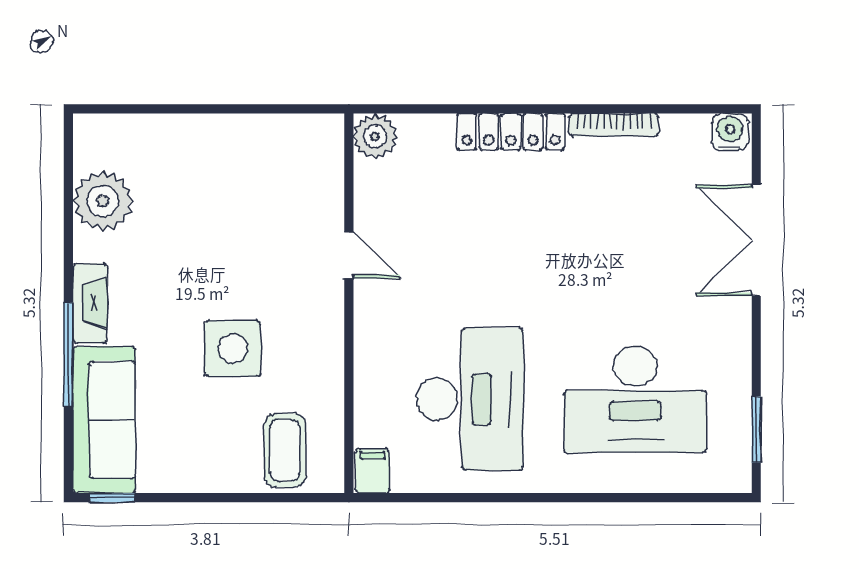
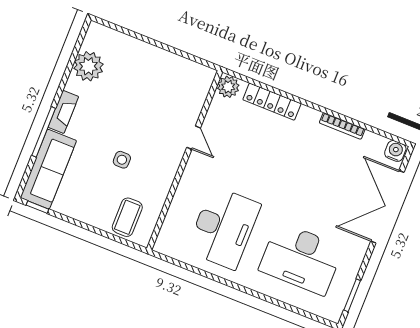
locker: (511, 132) -> (272, 102), moved
double door: (756, 240) -> (387, 207), width x1.36
side table: (233, 348) -> (122, 160), width x0.54, depth x0.54
filing cabinet: (372, 471) -> (165, 243), removed

